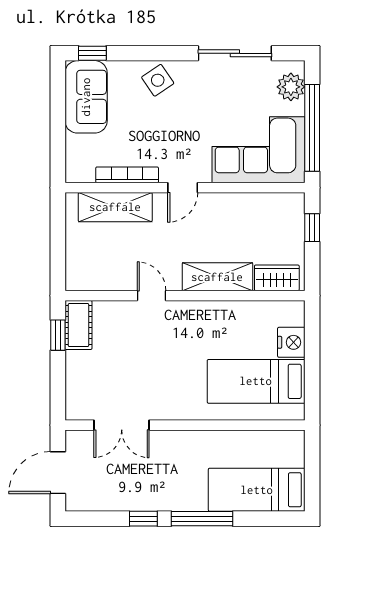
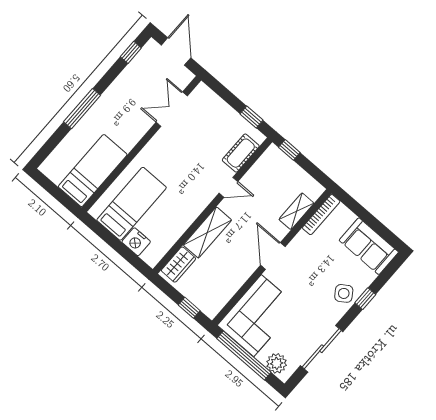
window: (92, 53) -> (365, 299), moved
bookcase: (127, 175) -> (321, 215), moved
door: (183, 188) -> (273, 256), width x1.38
shelving: (115, 207) -> (296, 211), width x0.67, depth x0.75
window: (58, 266) -> (289, 150), added
cot: (78, 325) -> (241, 153), moved, turned 90
bed: (257, 490) -> (93, 171), moved
window: (143, 519) -> (131, 52), moved

